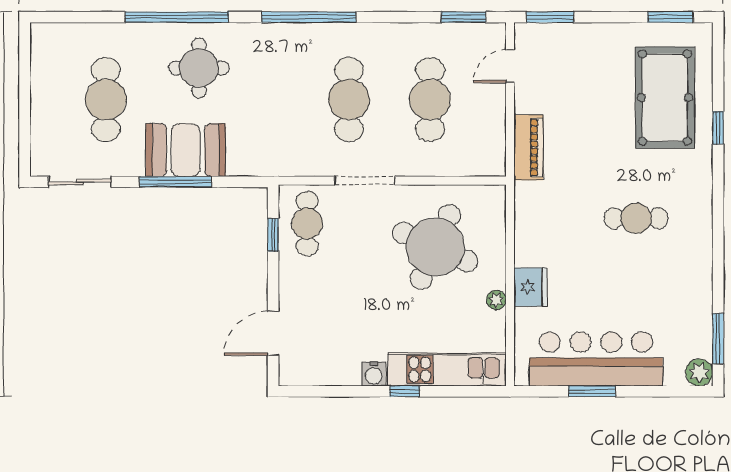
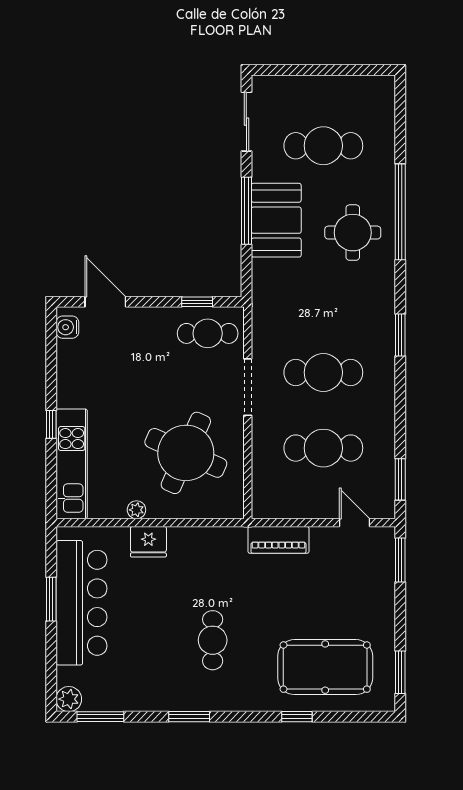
window: (309, 17) -> (400, 335), width x0.47
window: (718, 243) -> (189, 717), added
water cooler: (374, 374) -> (67, 327), moved

